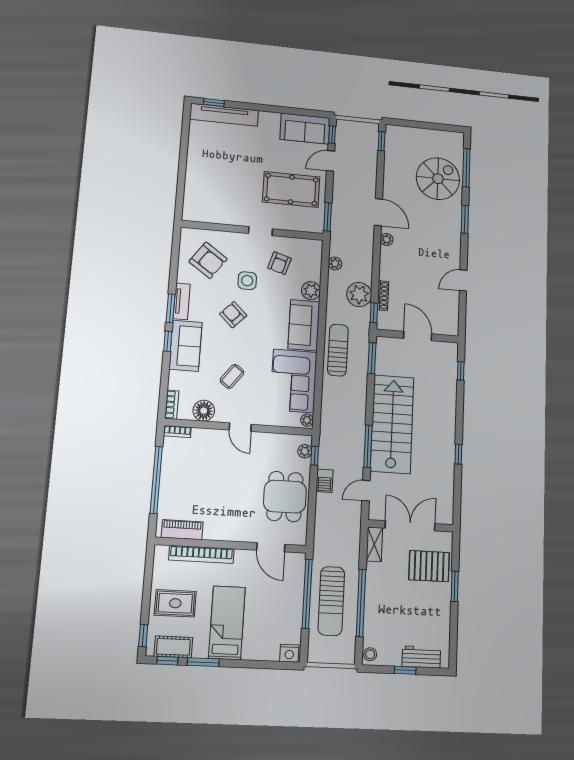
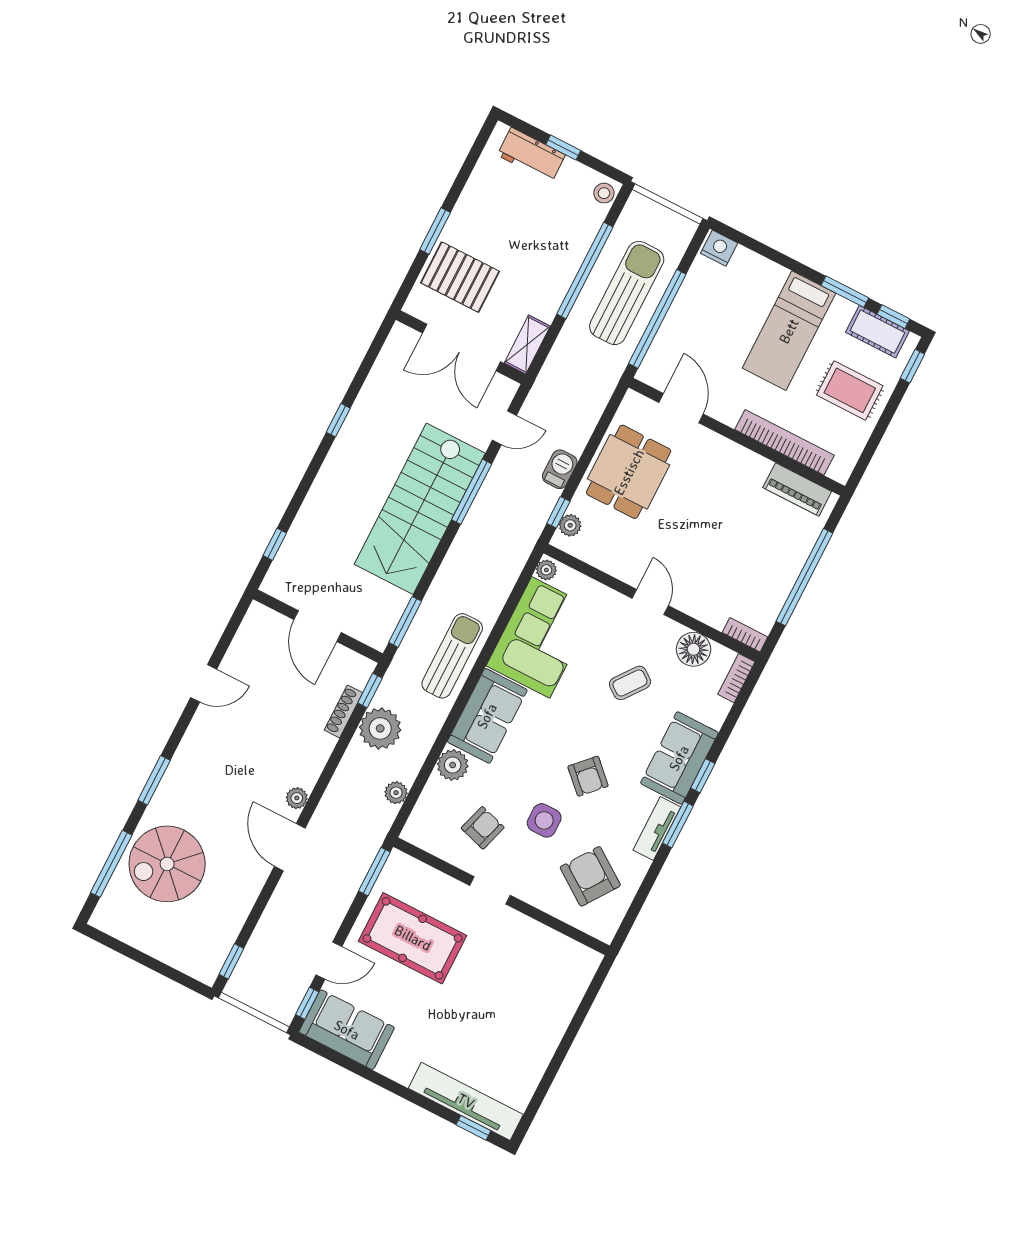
sun lounger: (338, 350) -> (452, 656), turned 180

